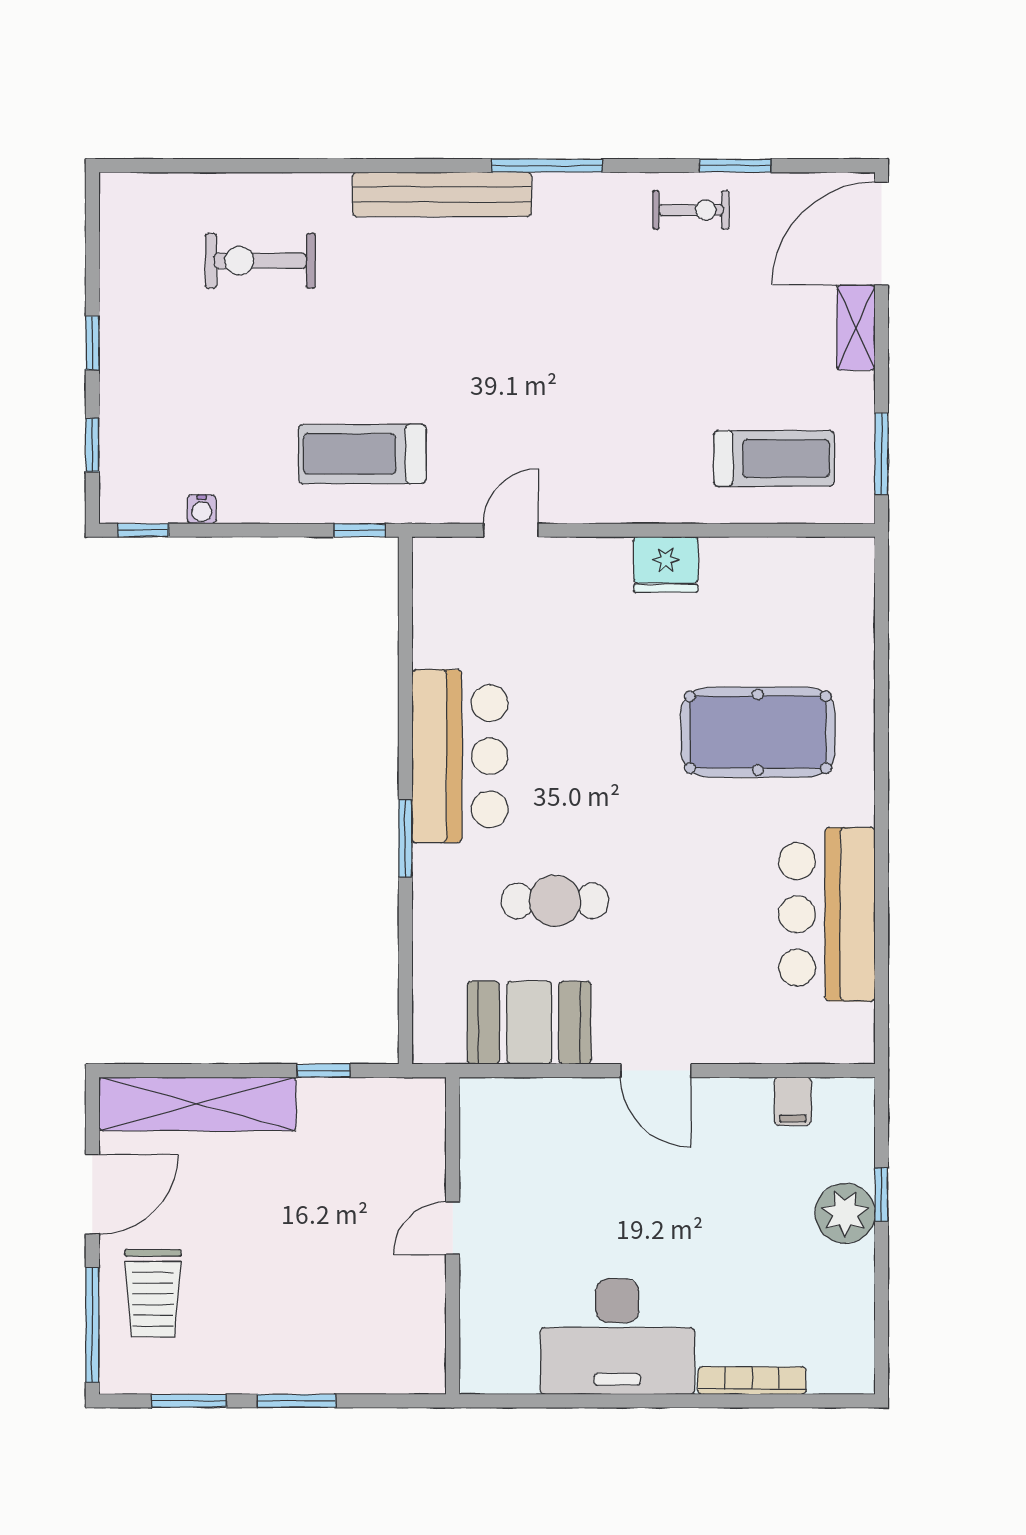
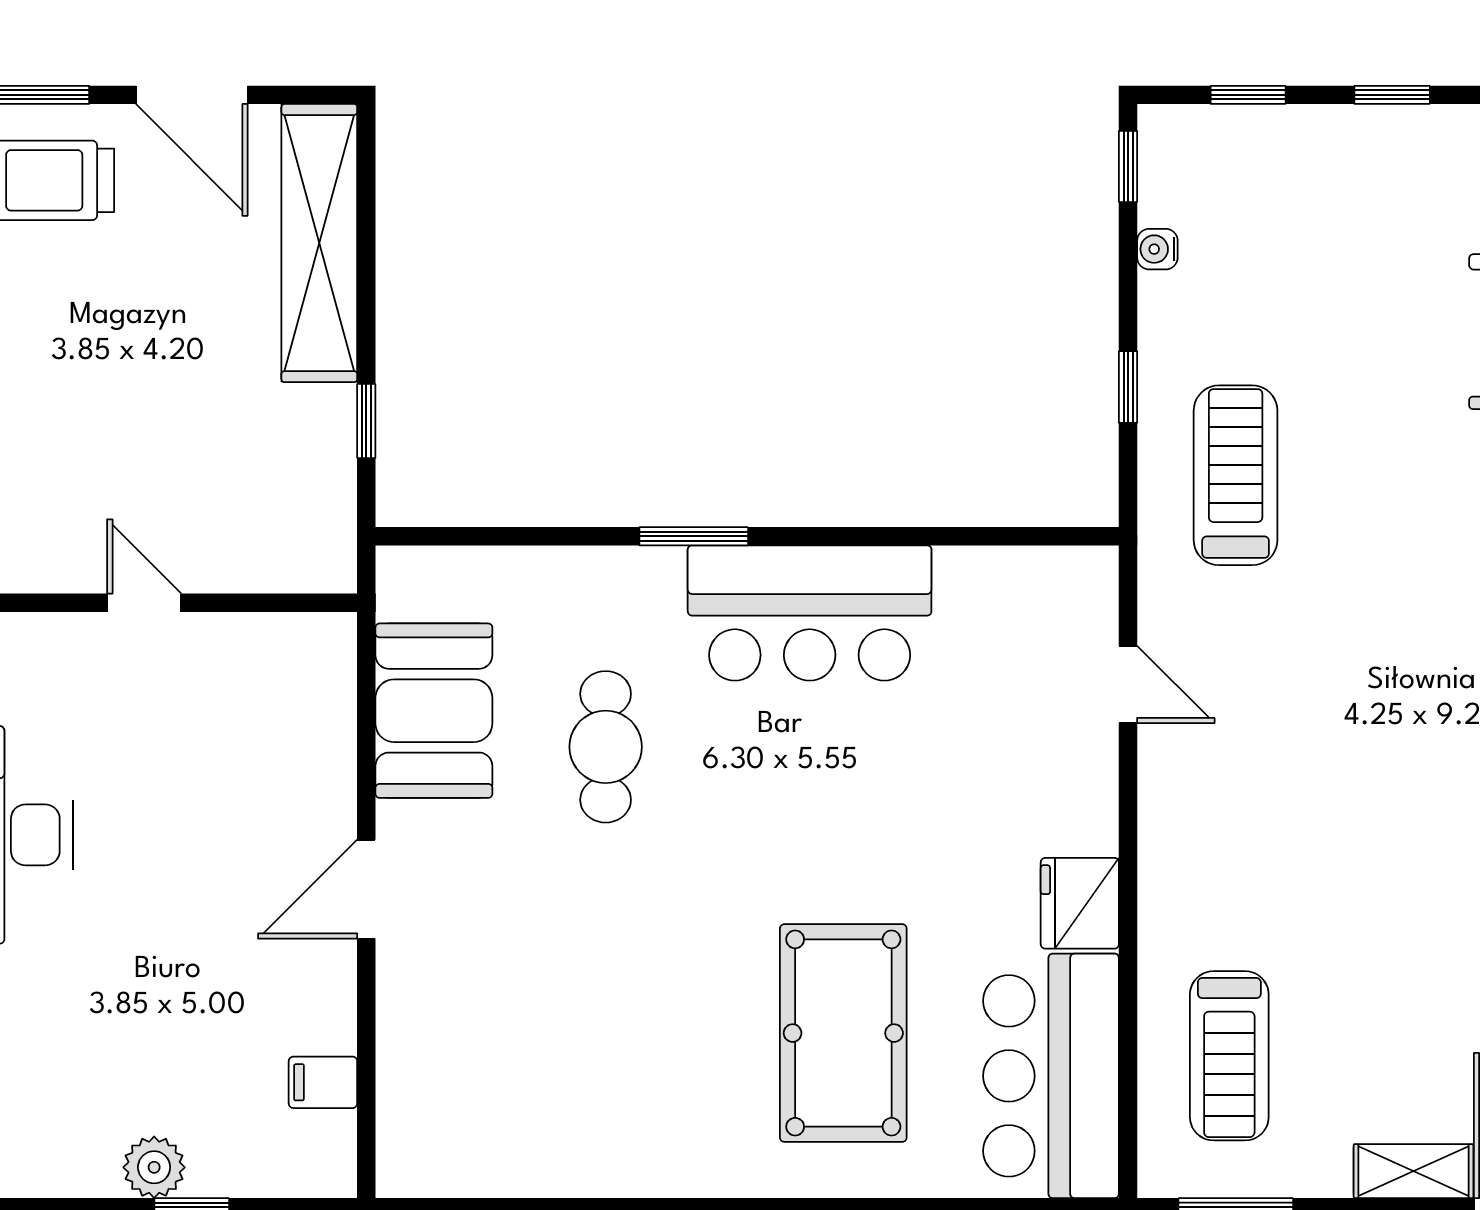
window: (359, 530) -> (1128, 387), moved
bar counter: (827, 914) -> (1051, 1076), moved, turned -90
plant: (845, 1213) -> (154, 1167), width x0.73, depth x0.73

